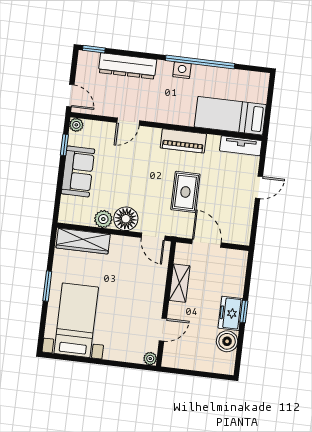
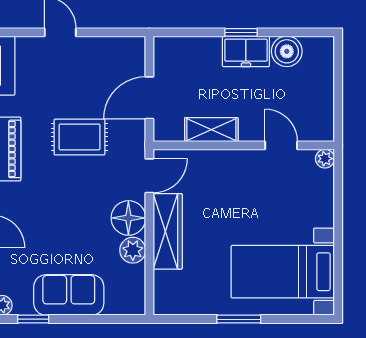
wardrobe: (83, 241) -> (168, 231), moved

